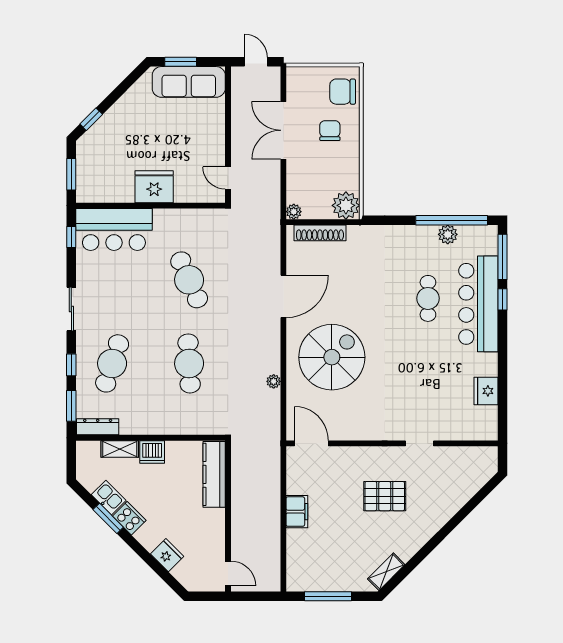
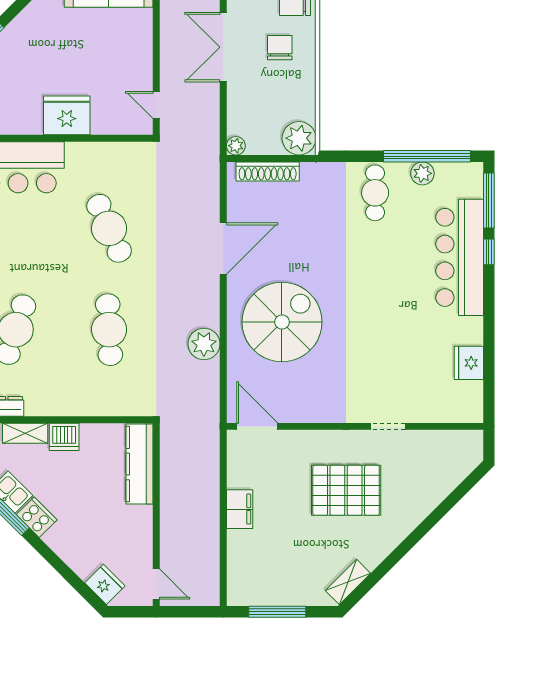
cafe table: (428, 298) -> (375, 193), moved
plant: (274, 381) -> (204, 344), width x1.88, depth x1.88
pallet: (385, 496) -> (346, 490), width x1.37, depth x1.41
fridge: (167, 555) -> (105, 584), moved

